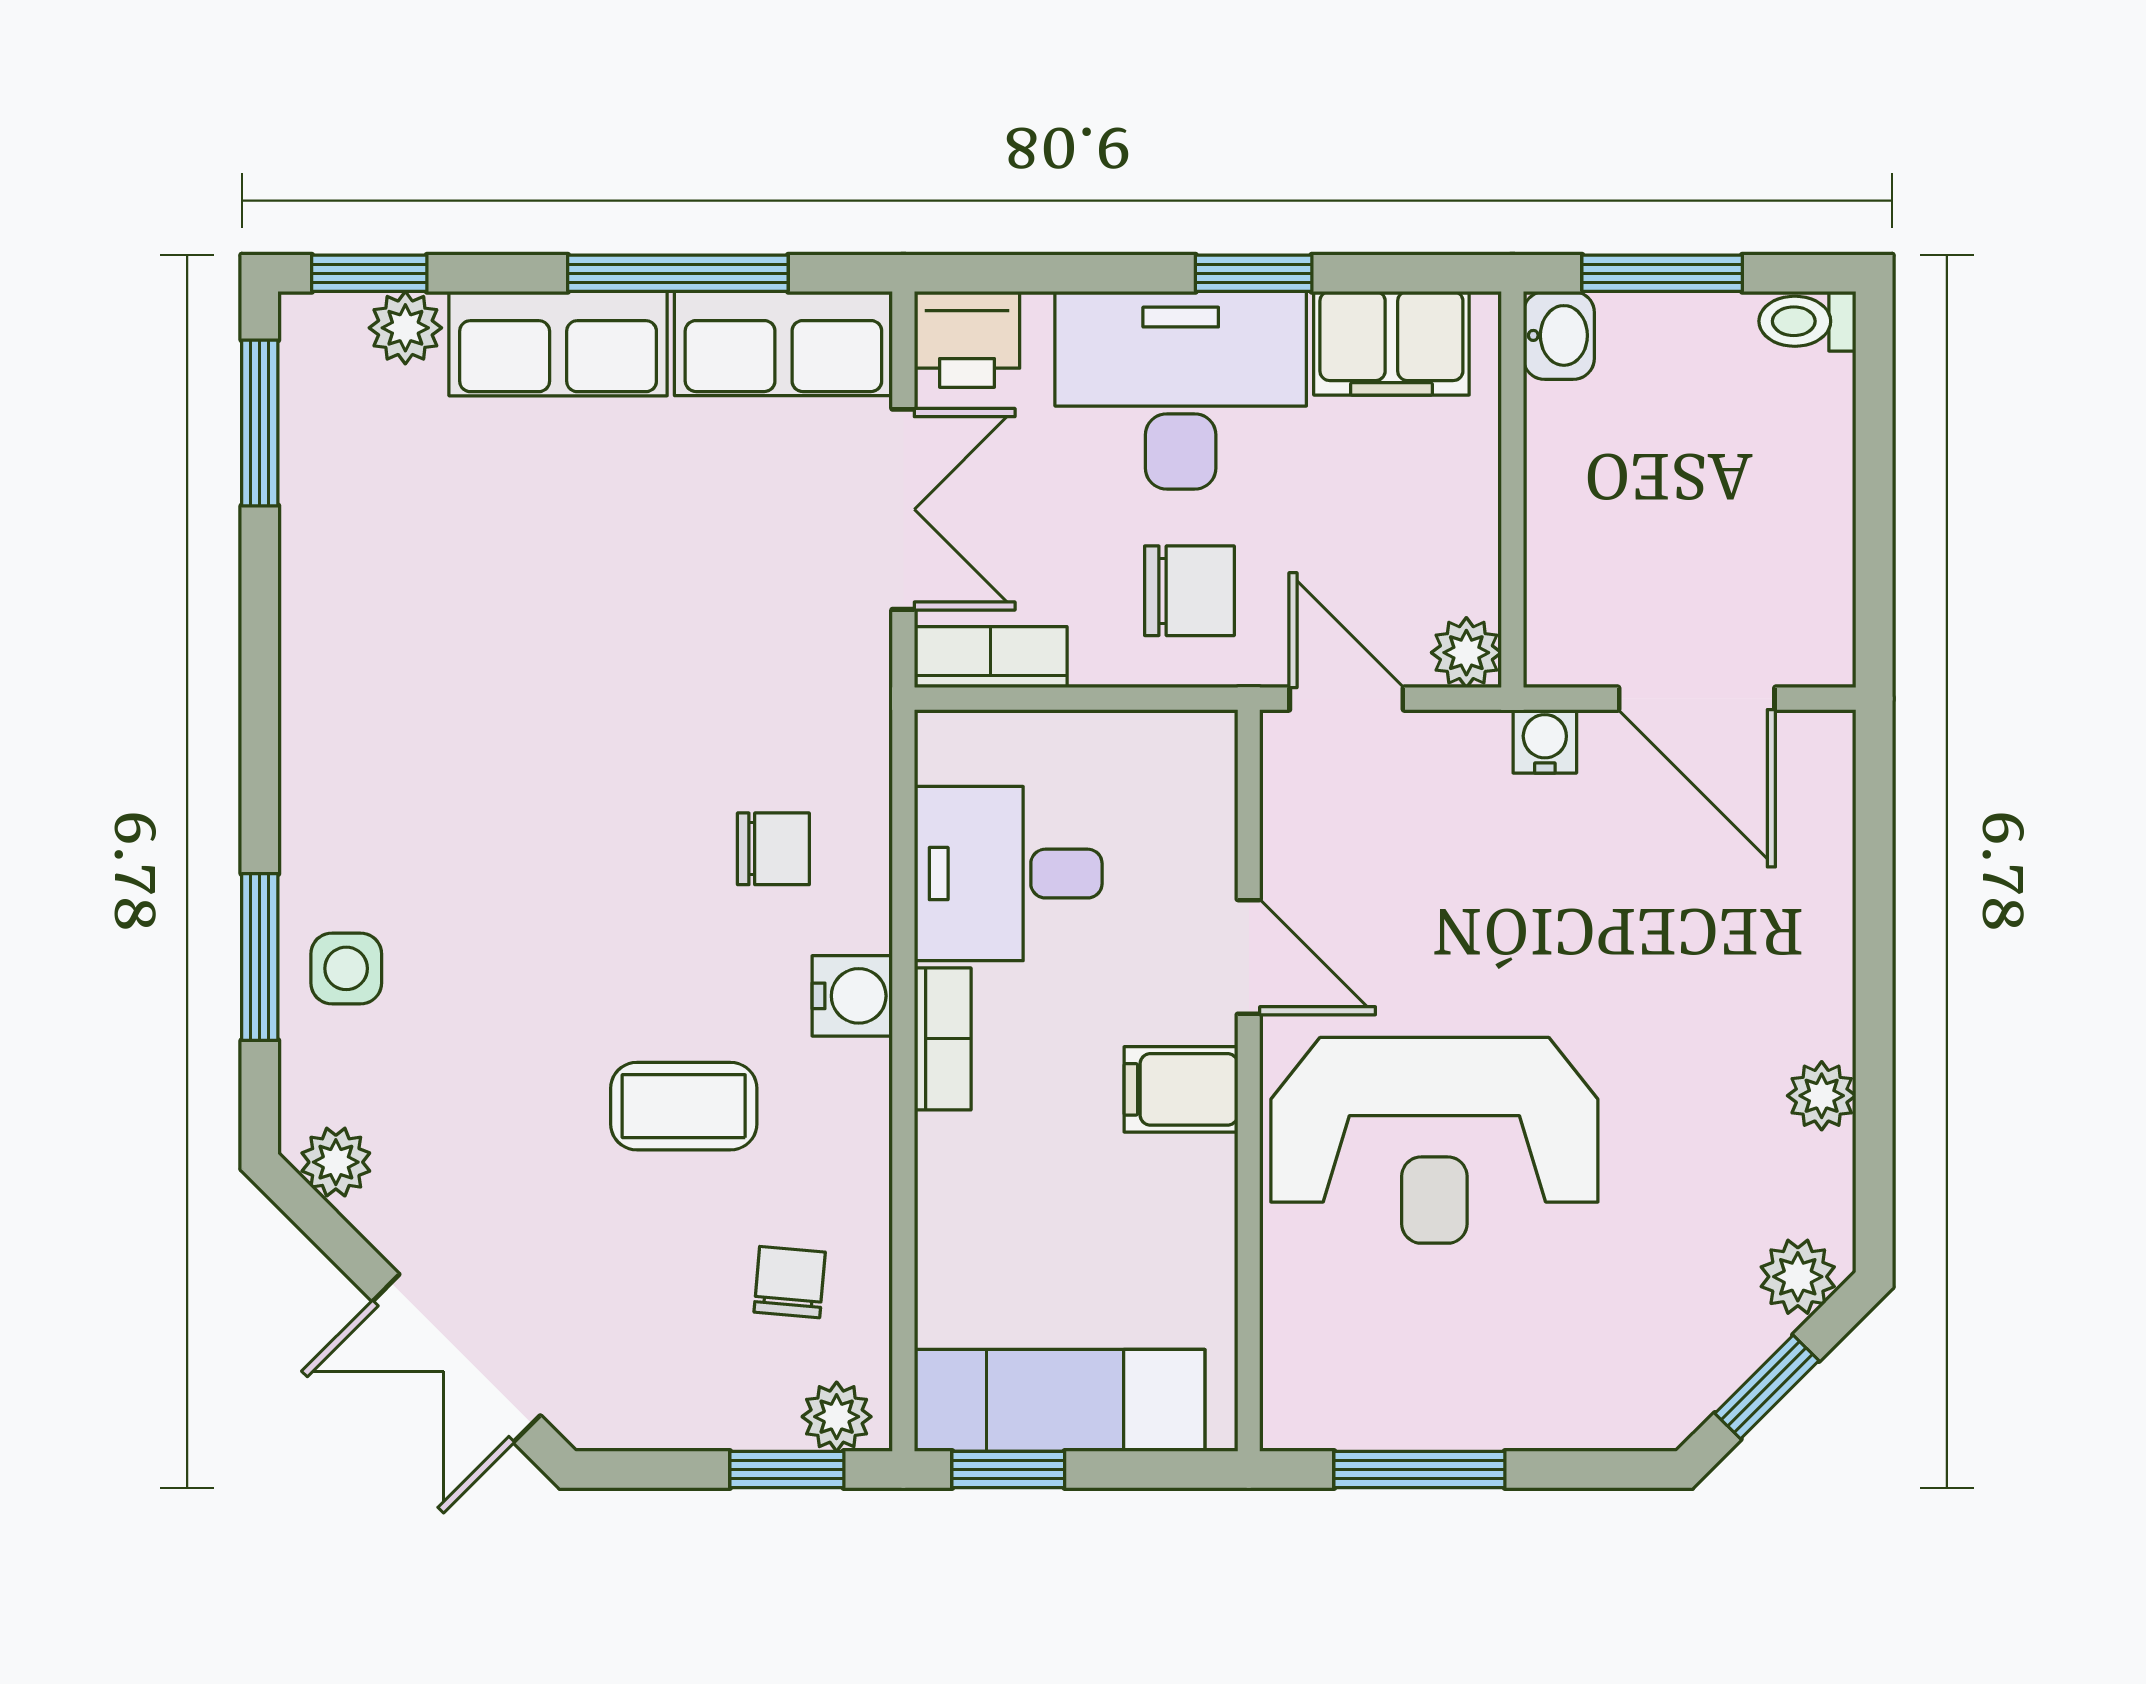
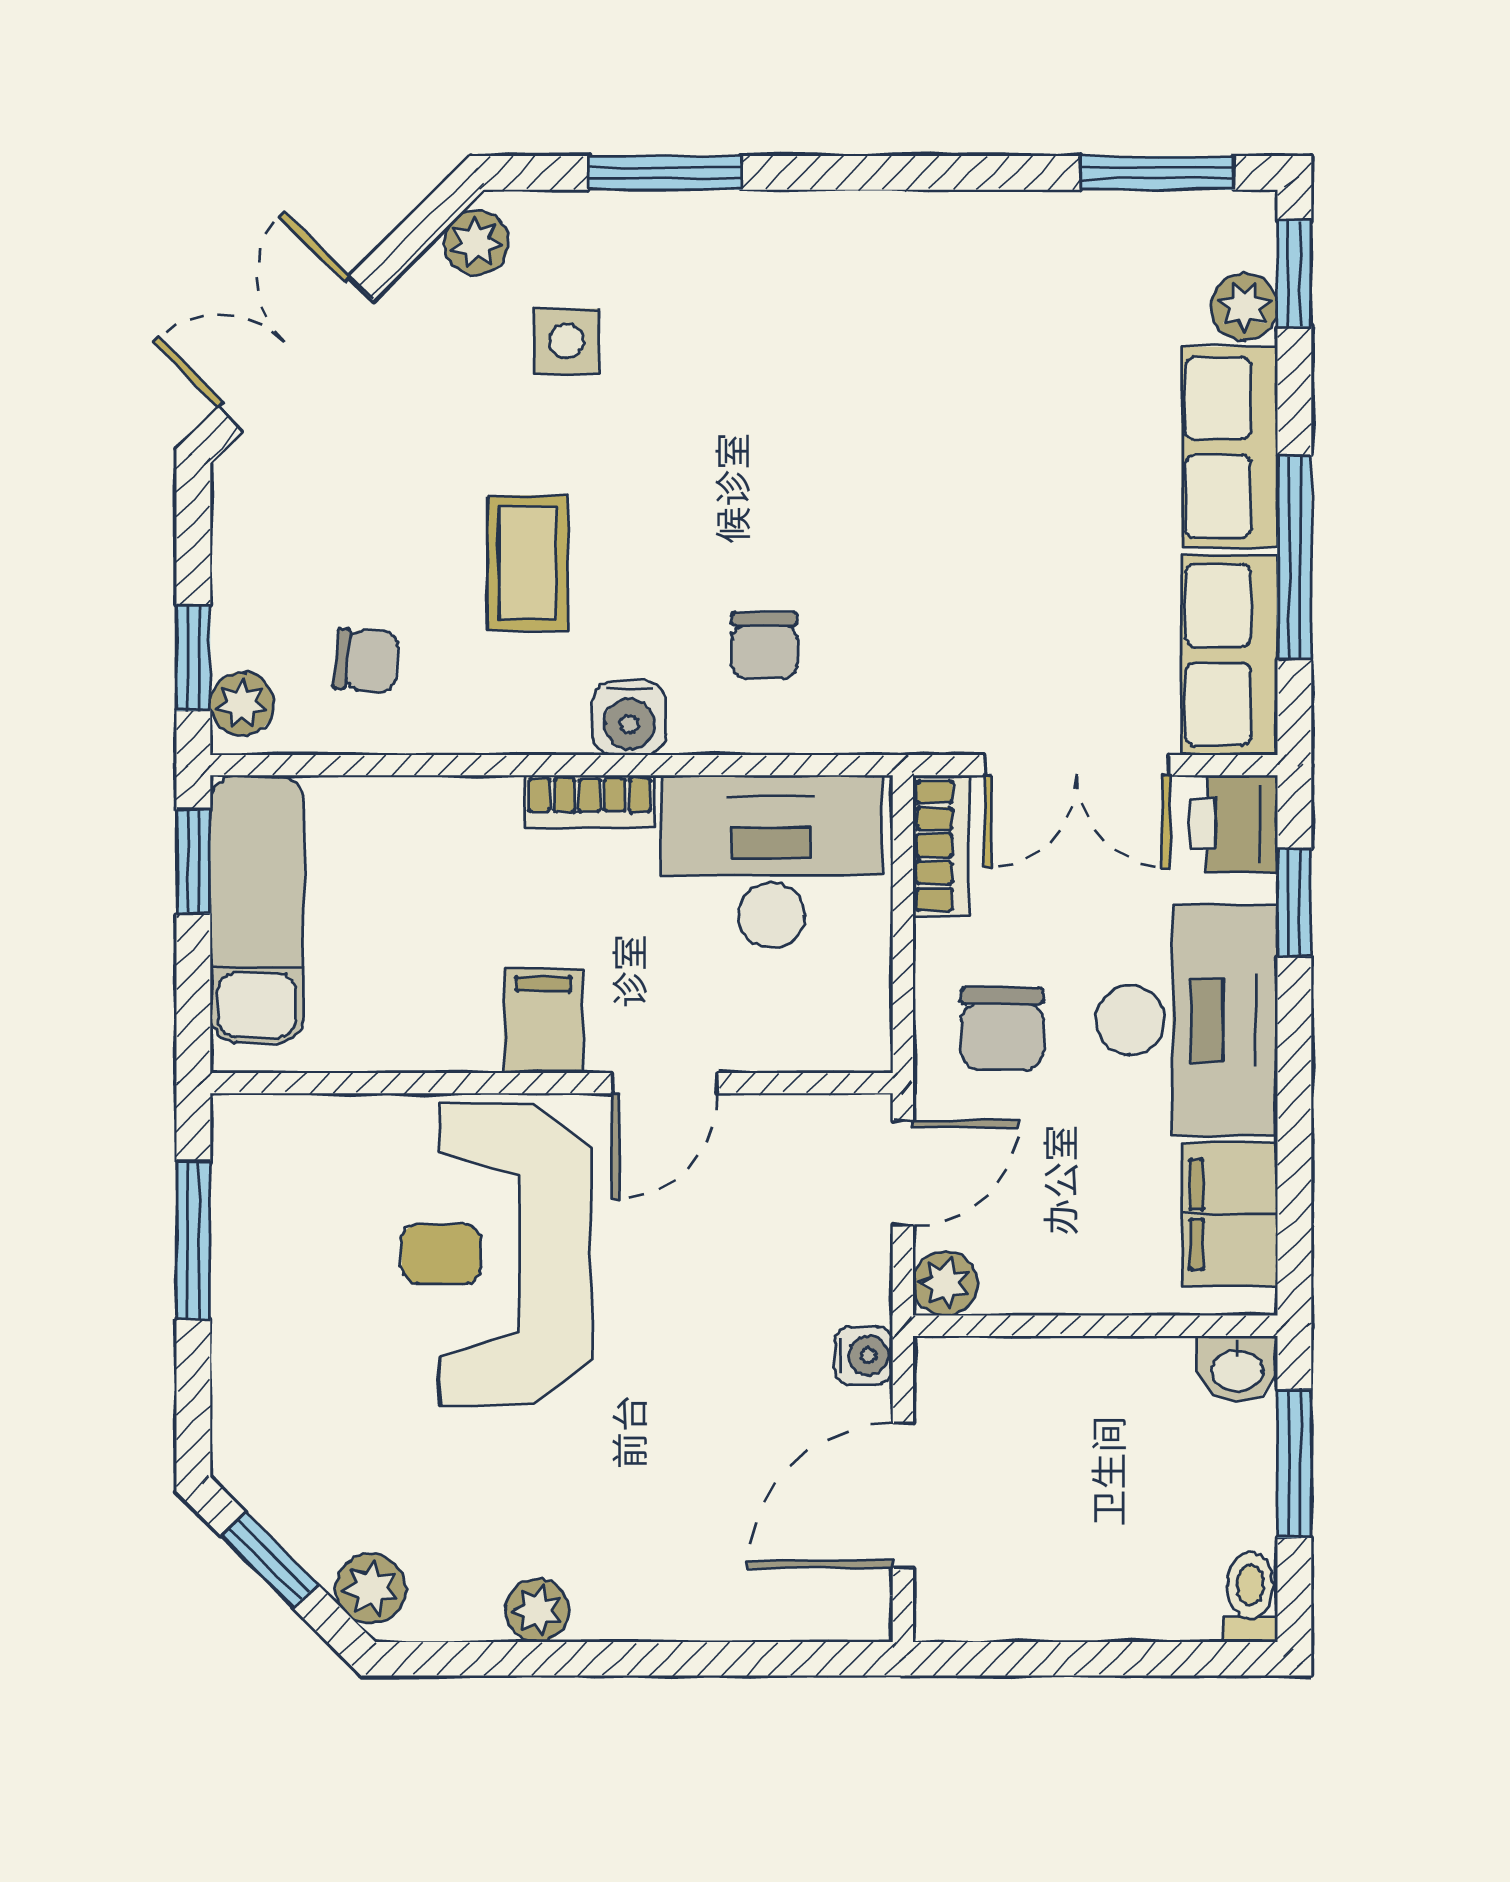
window: (1254, 273) -> (1294, 903), moved
desk: (1008, 874) -> (772, 862), width x1.37
side table: (346, 968) -> (567, 341), moved

